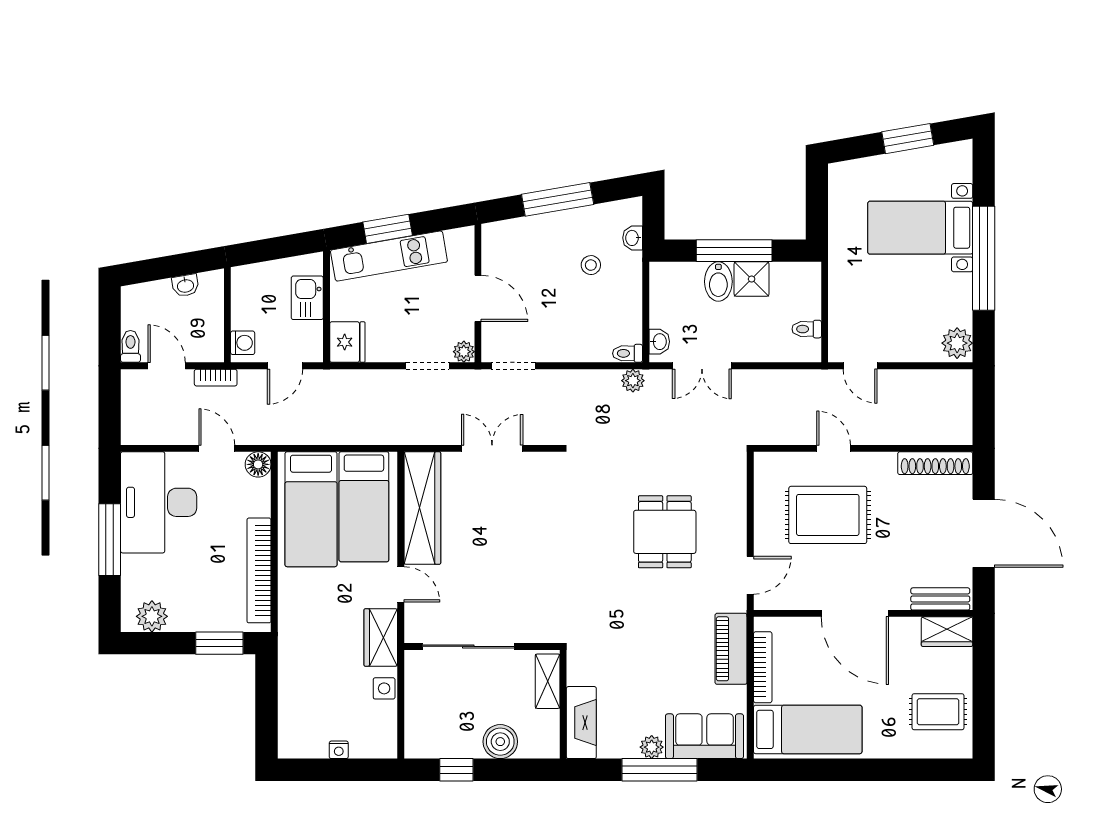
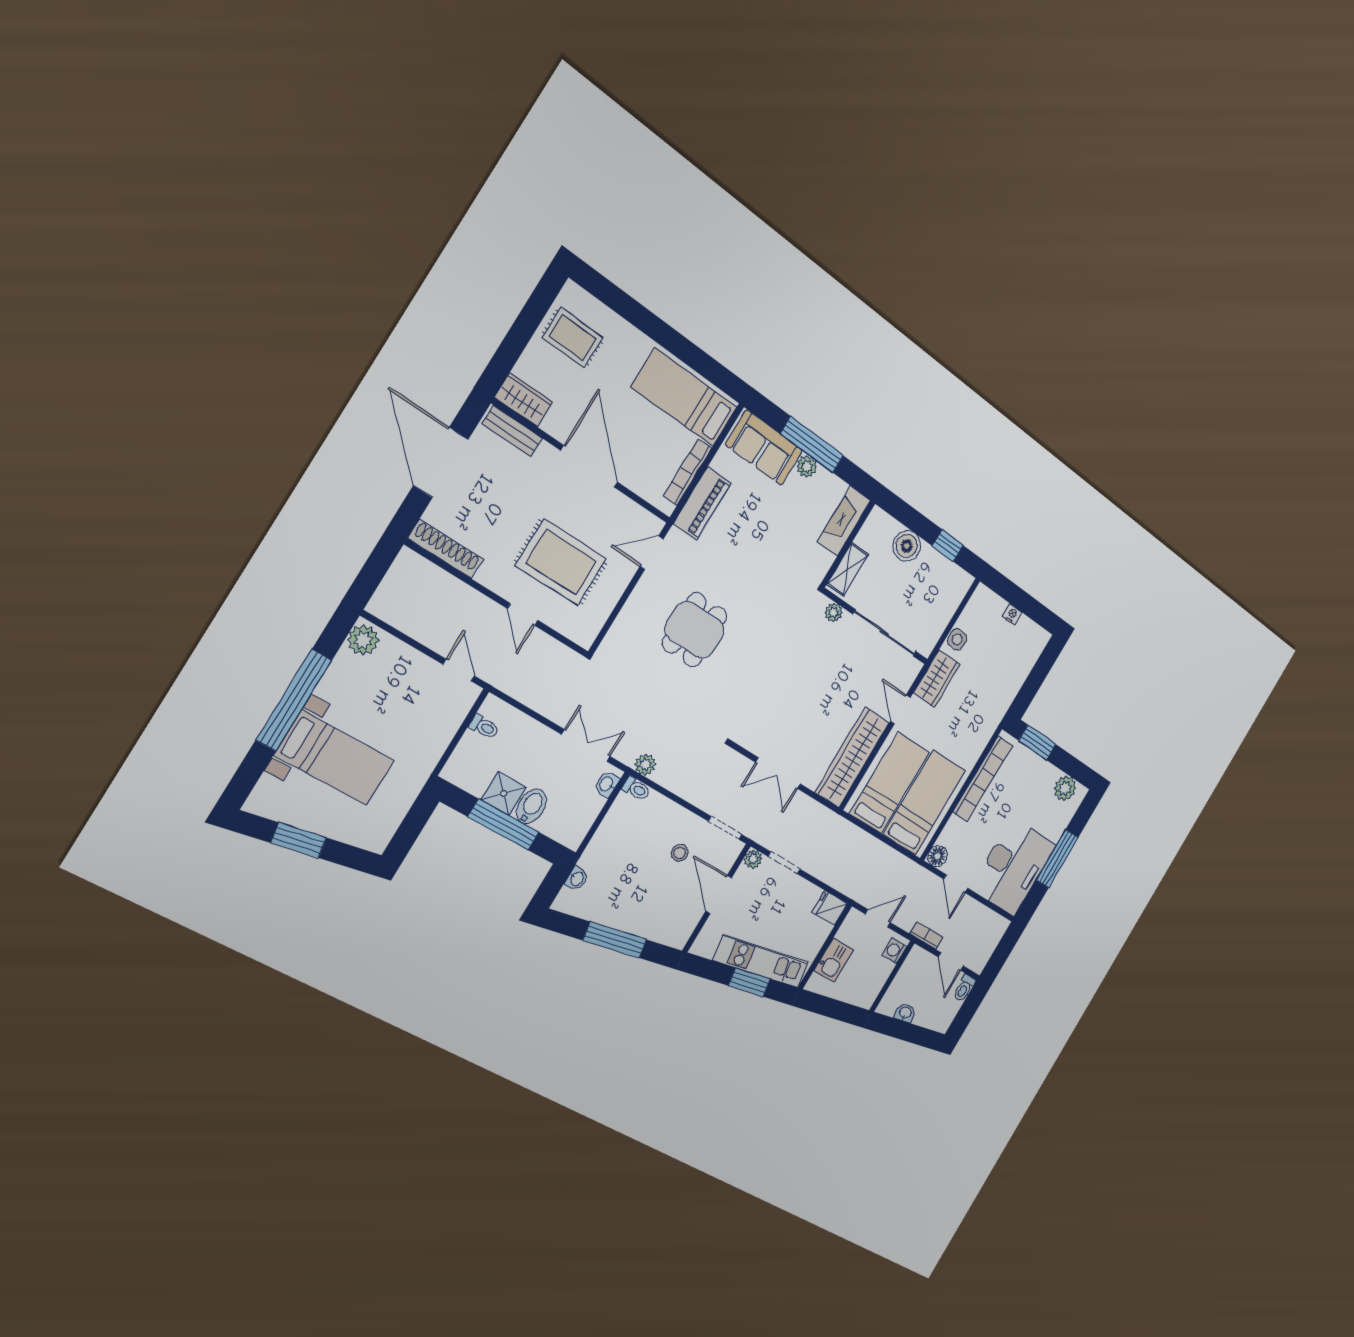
stool: (591, 265) -> (680, 853), moved
fridge: (347, 342) -> (830, 908), width x0.72
plant: (535, 633) -> (834, 612), added

